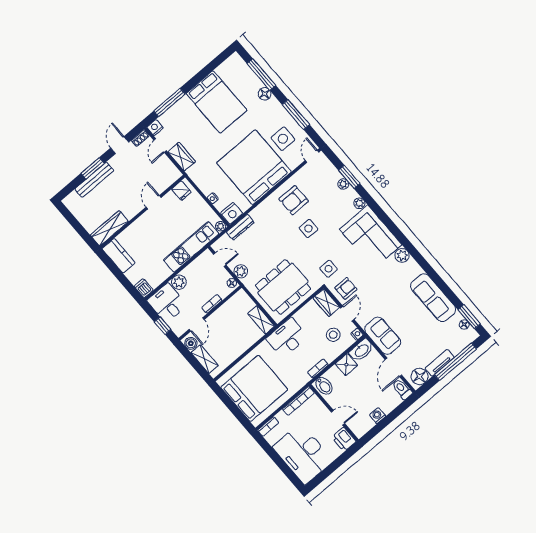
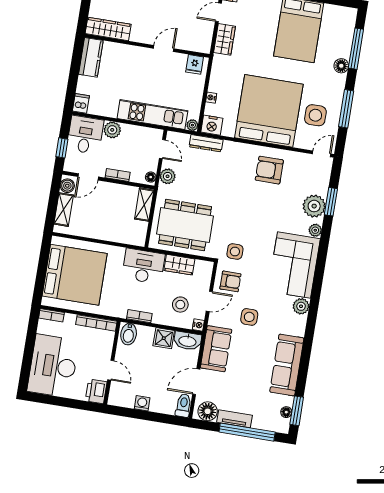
plant: (343, 184) -> (314, 206), width x1.87, depth x1.87
side table: (308, 229) -> (249, 317), moved
wardrobe: (326, 303) -> (179, 265), moved, turned -90
shelving: (261, 320) -> (144, 205), moved

